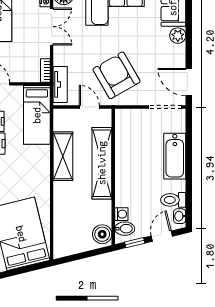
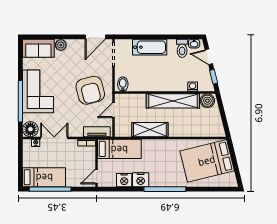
armchair: (116, 75) -> (90, 90), turned -74
shelving: (102, 163) -> (173, 101), moved
bidet: (125, 229) -> (123, 84), moved

